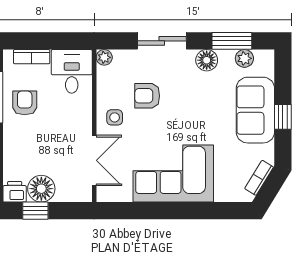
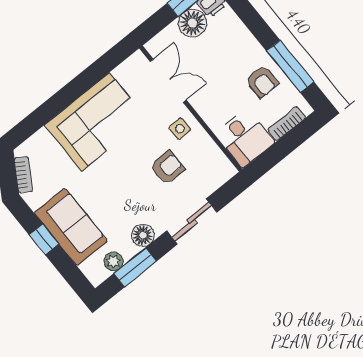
plant: (104, 57) -> (228, 171), removed
double door: (94, 160) -> (168, 81), swing flipped

